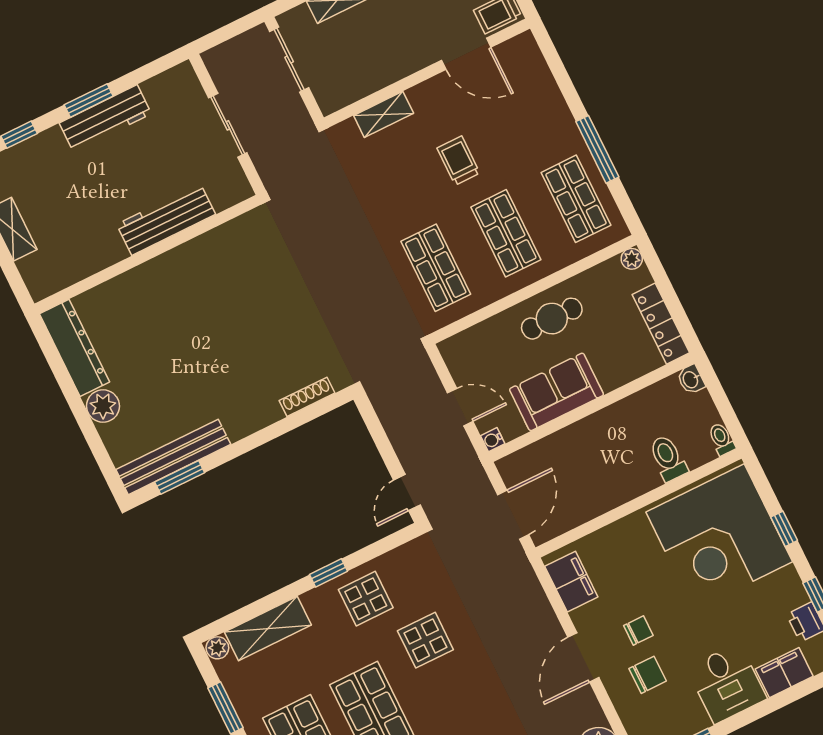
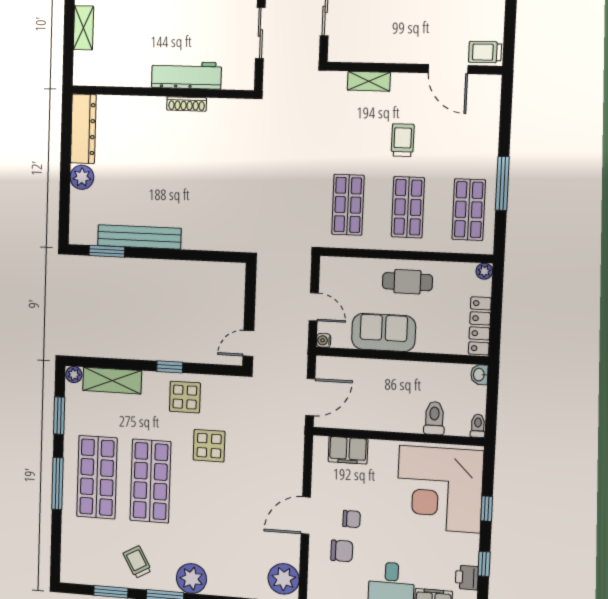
shoe rack: (307, 397) -> (187, 104), moved, turned 180
bench: (173, 457) -> (139, 237), moved
filing cabinet: (571, 582) -> (348, 450), moved, turned 90

